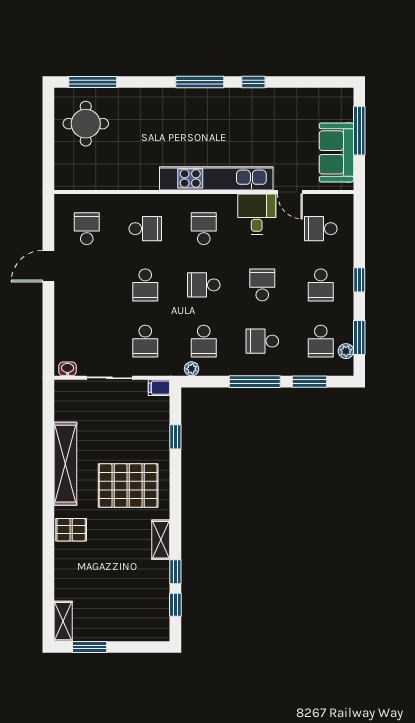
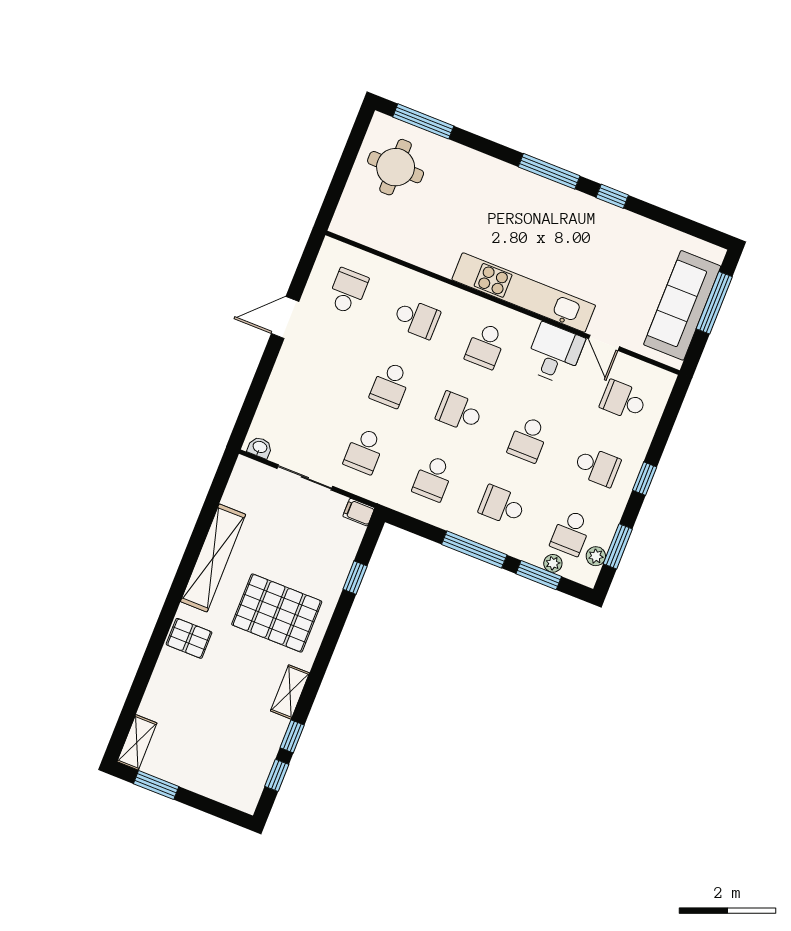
sofa: (336, 152) -> (682, 305), width x1.36
school desk: (204, 229) -> (486, 346), turned 180
school desk: (262, 285) -> (528, 439), turned 180
school desk: (321, 285) -> (597, 467), turned -90
plant: (192, 369) -> (553, 563), moved

